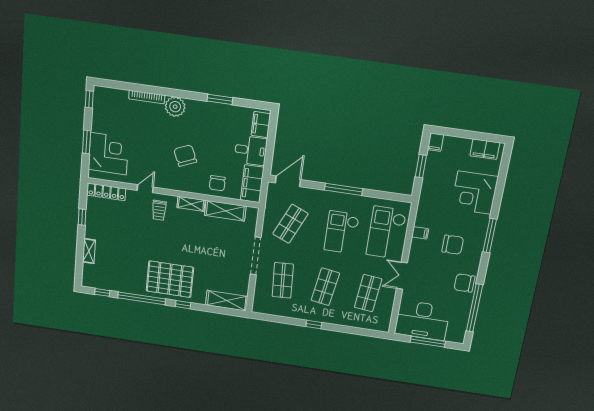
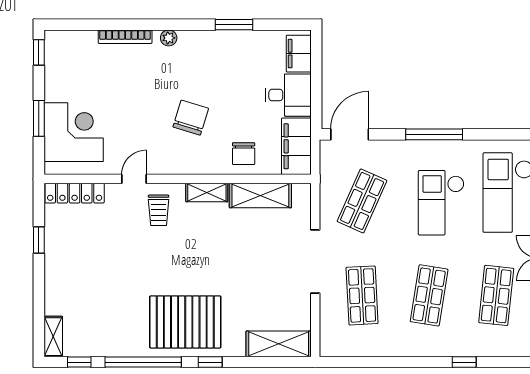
plant: (175, 107) -> (169, 38), width x0.53, depth x0.53
chair: (185, 156) -> (191, 118), turned 40
shelving: (89, 251) -> (53, 337), moved
window: (314, 324) -> (464, 362), moved

